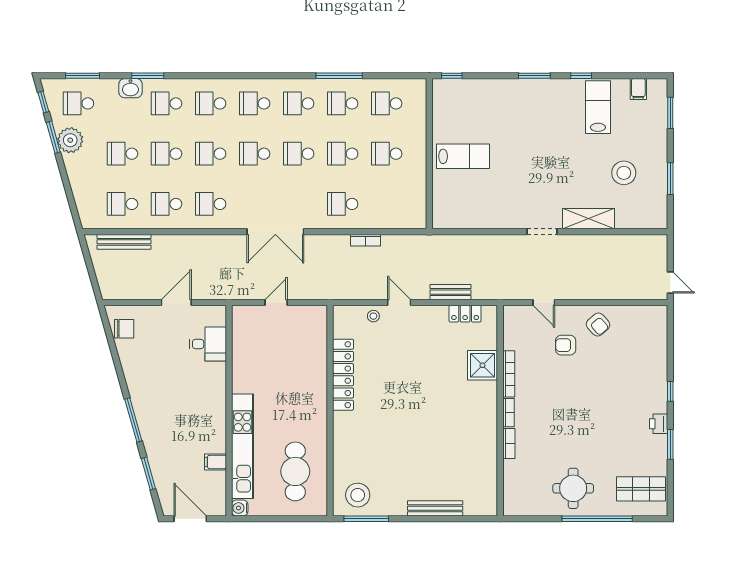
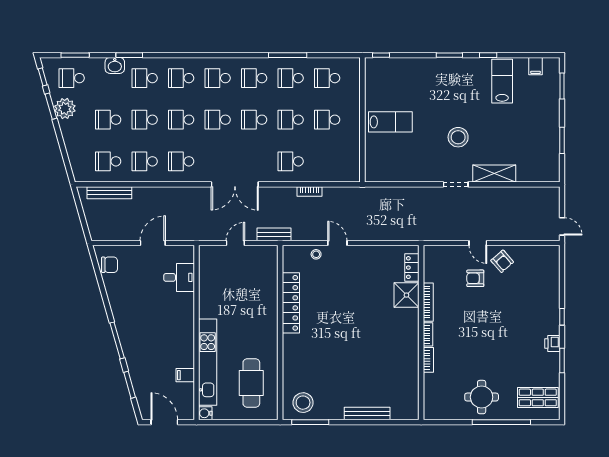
stool: (624, 173) -> (458, 137), moved
bench: (450, 292) -> (274, 234), moved
door: (544, 303) -> (478, 243), moved
locker: (465, 314) -> (412, 268), moved, turned 90

